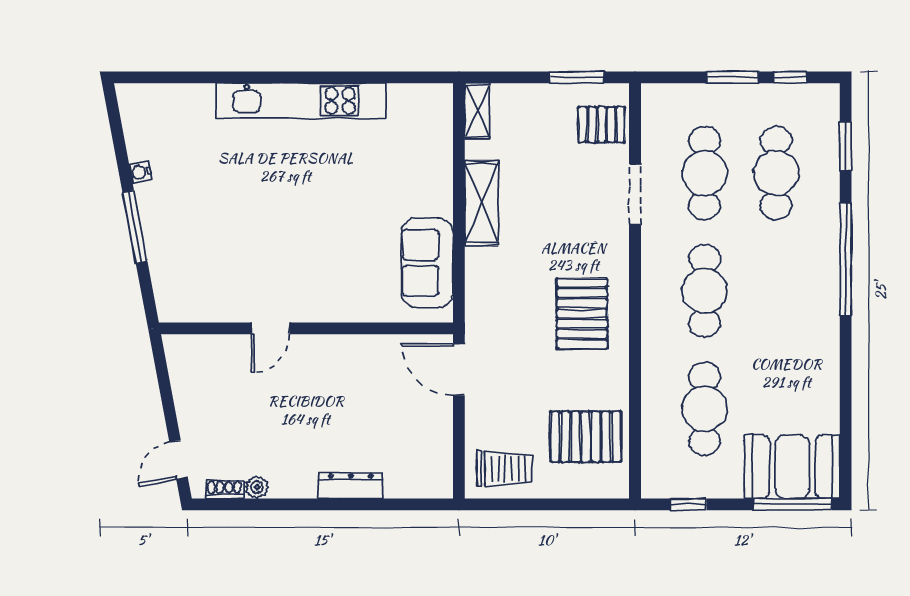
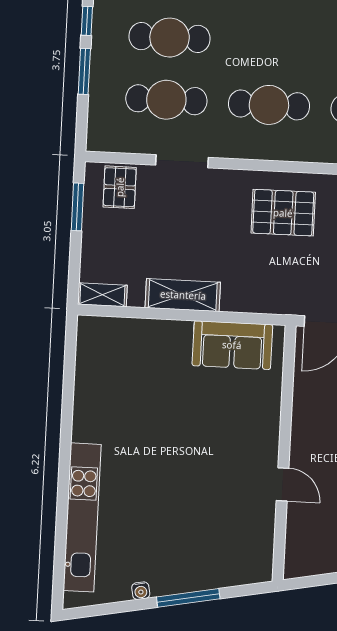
kitchen unit: (301, 101) -> (82, 517), moved

